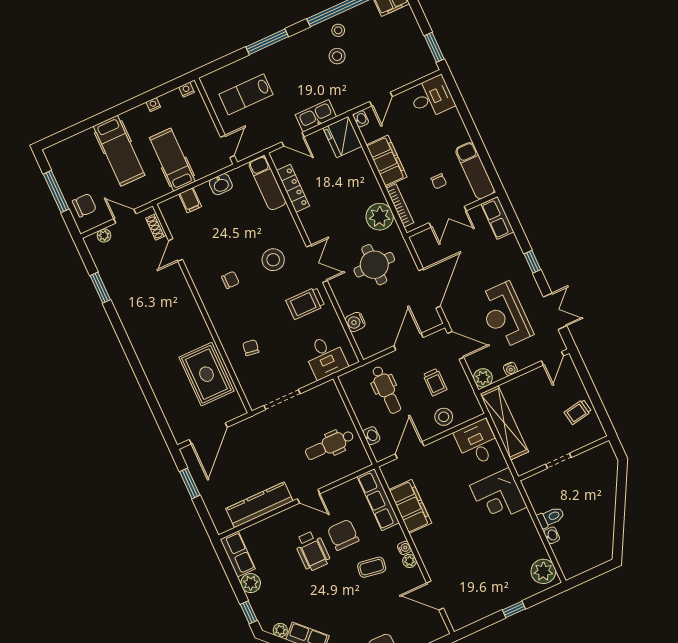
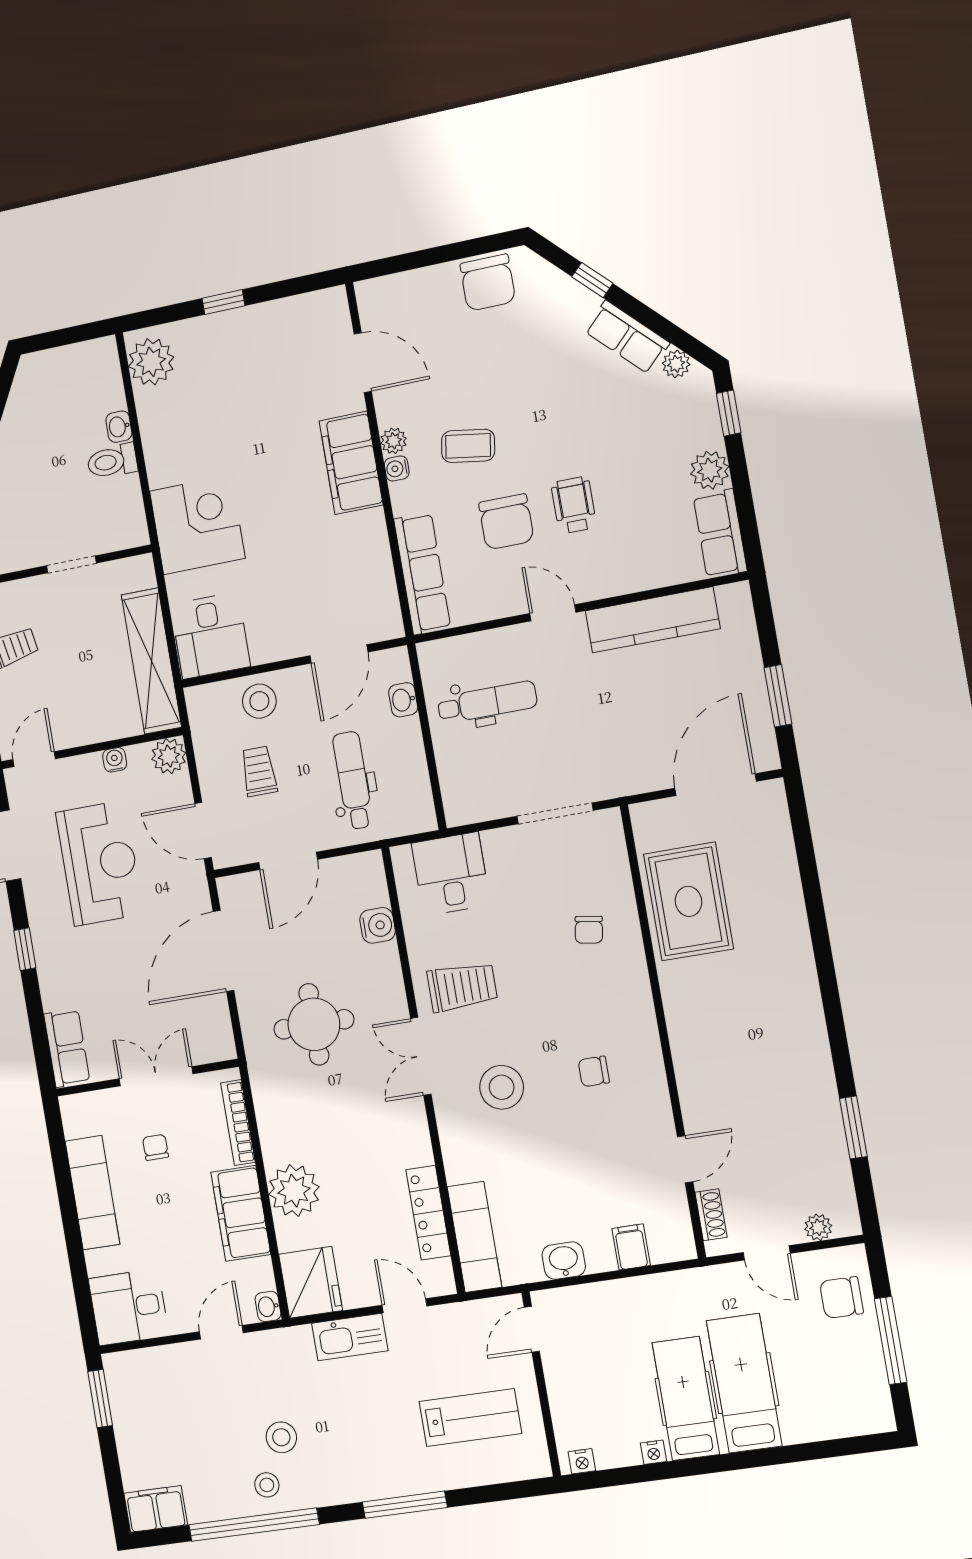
hospital bed: (172, 160) -> (686, 1398), moved, turned 180
exam couch: (475, 171) -> (92, 1193), moved
plant: (380, 217) -> (294, 1191), moved
filing cabinet: (410, 506) -> (351, 463), moved
wheelchair: (312, 551) -> (574, 505), width x0.73, depth x0.73

